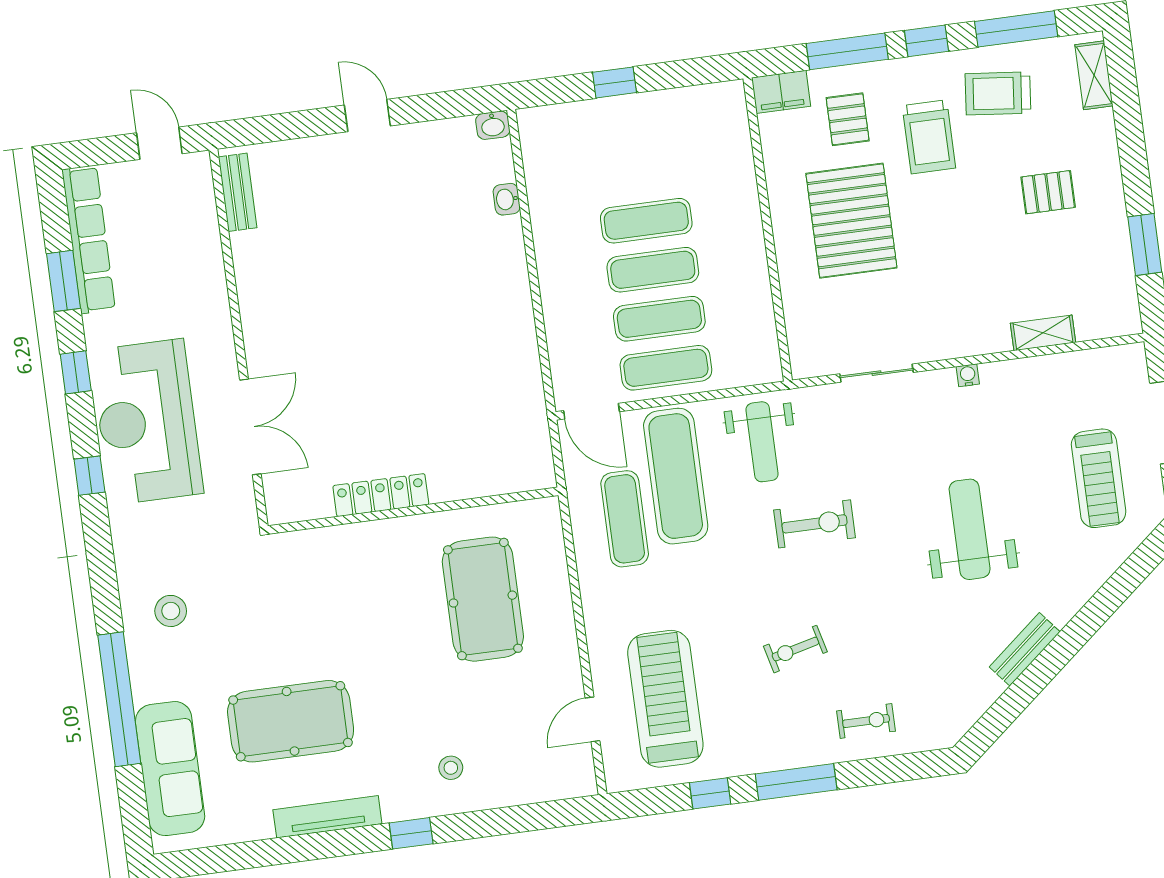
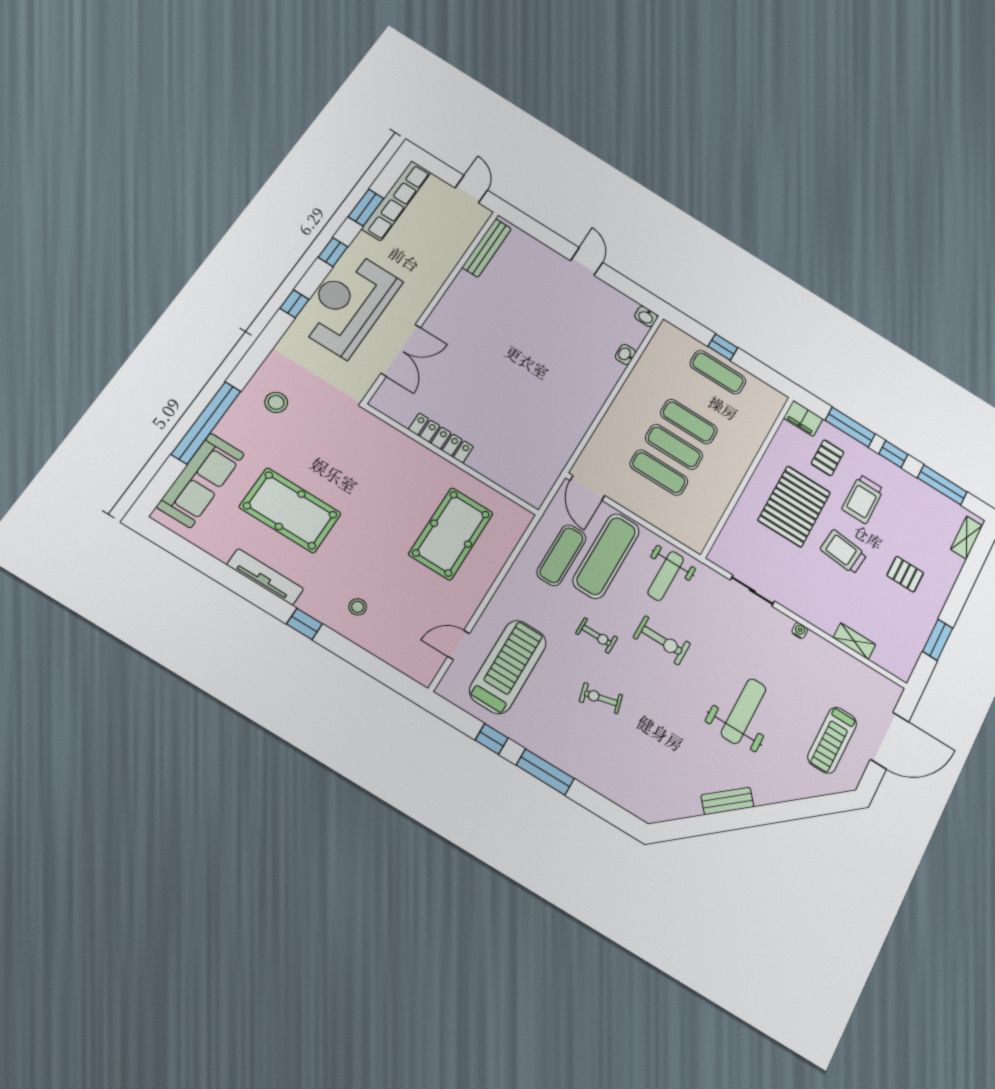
trolley: (998, 93) -> (844, 552), moved
bench: (238, 192) -> (487, 248), width x1.36
exercise mat: (666, 368) -> (718, 372), moved
exercise bike: (866, 721) -> (597, 635), moved

